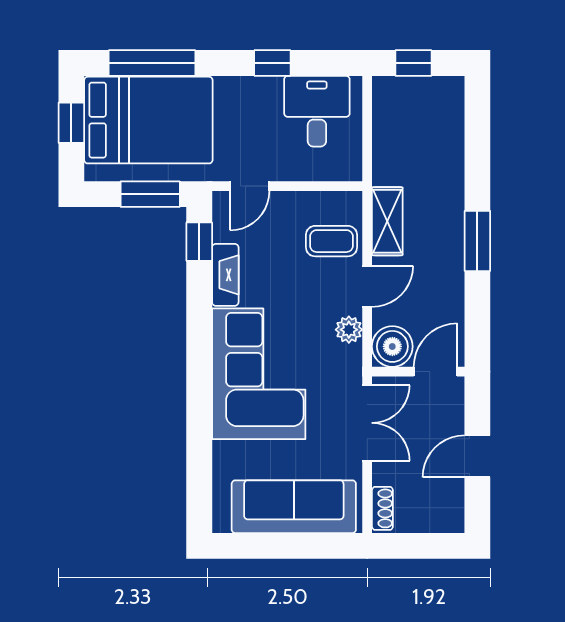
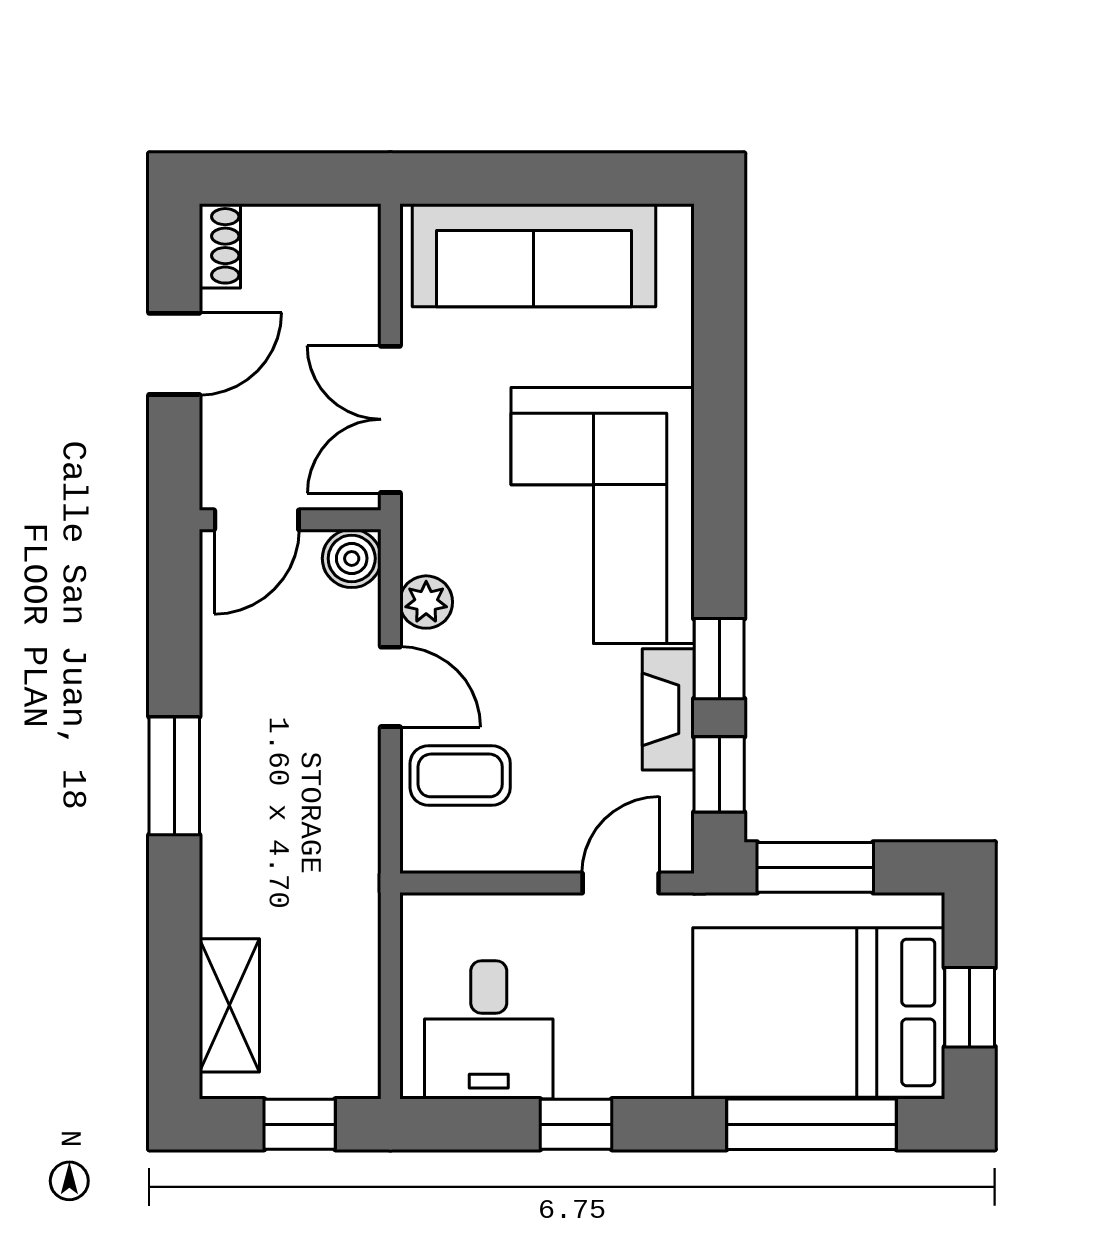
shelving: (387, 221) -> (229, 1005), moved
door: (367, 286) -> (390, 687), swing flipped
window: (199, 301) -> (719, 659), added
boiler: (392, 346) -> (352, 558), width x0.73, depth x0.73
shoe rack: (382, 508) -> (220, 246), moved, turned 180

